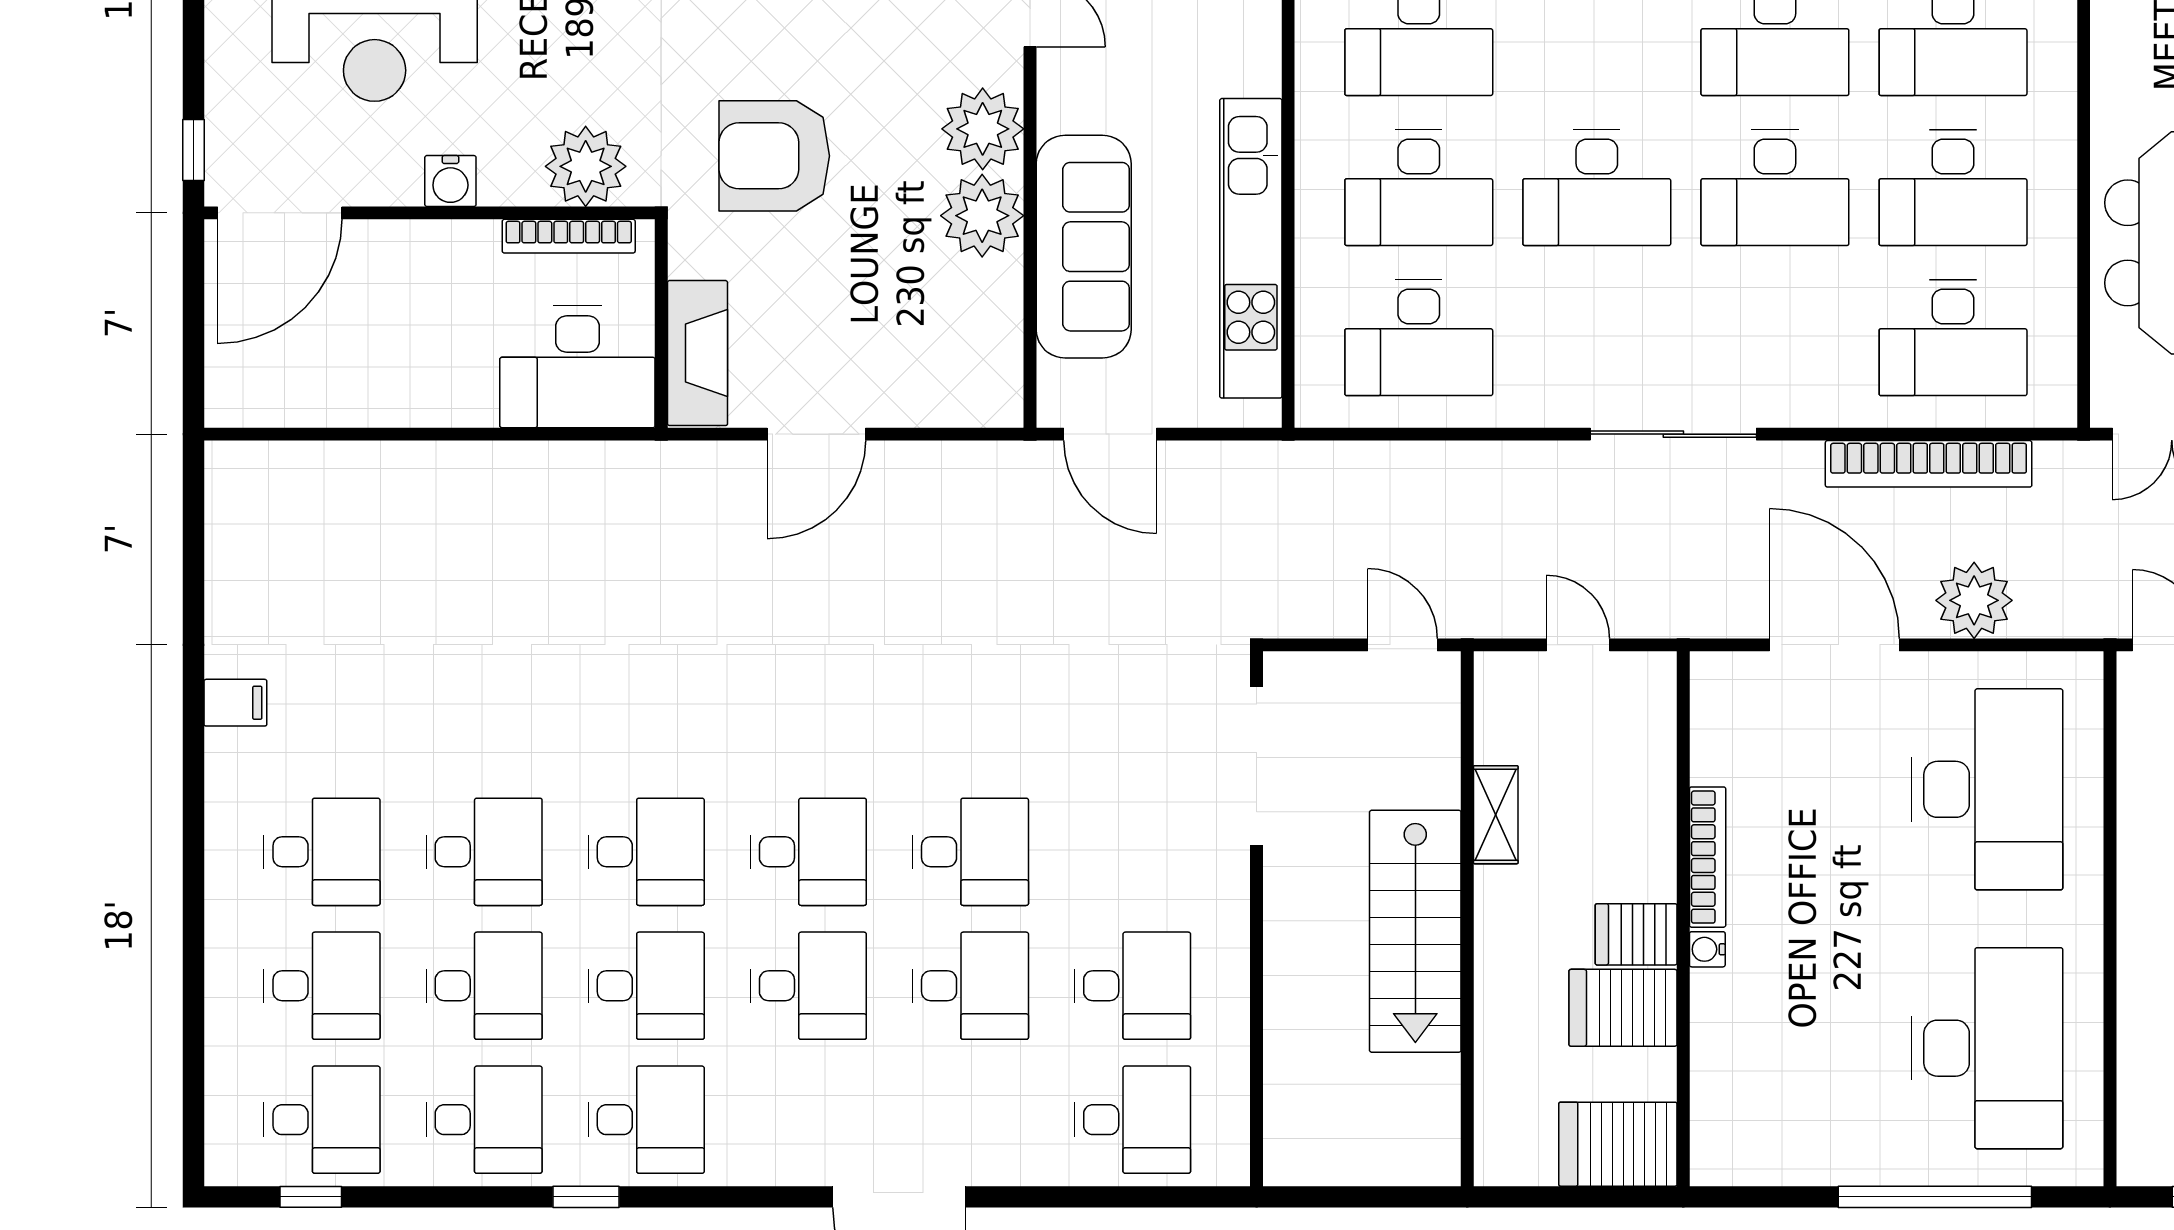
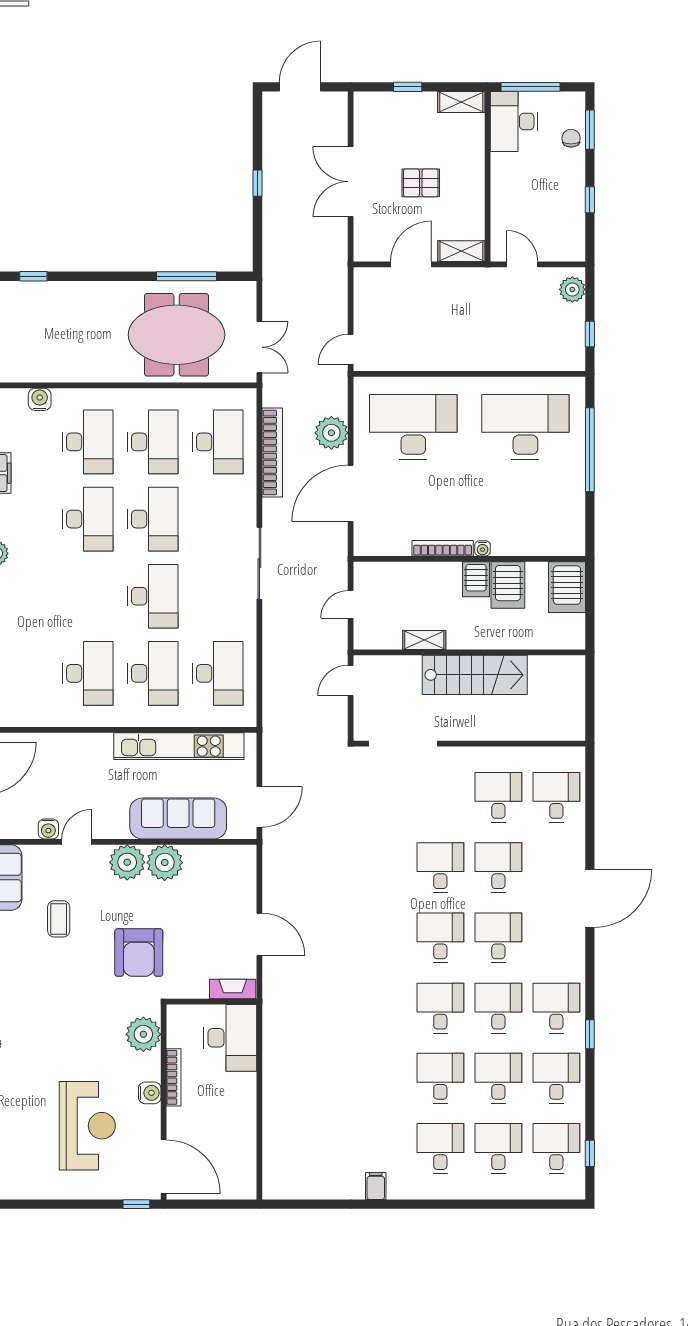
bookcase: (569, 236) -> (174, 1077), moved
fireplace: (698, 353) -> (233, 989), width x0.73, depth x0.76

